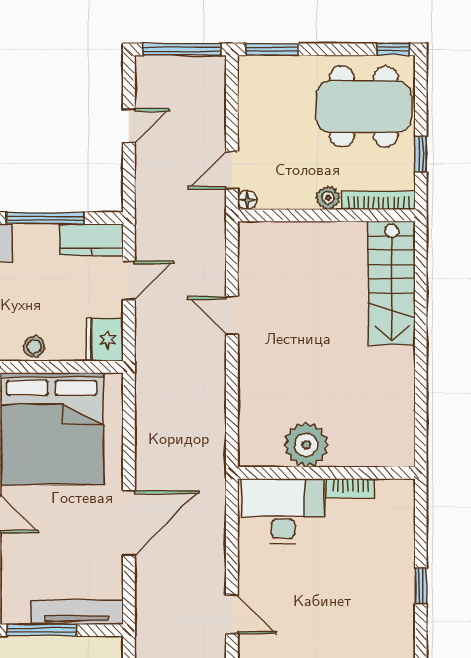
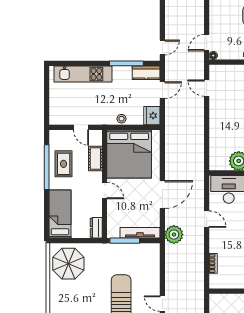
door: (129, 126) -> (162, 47), moved
door: (232, 316) -> (207, 88), moved
door: (232, 614) -> (207, 219), moved
plant: (156, 616) -> (174, 235), added

